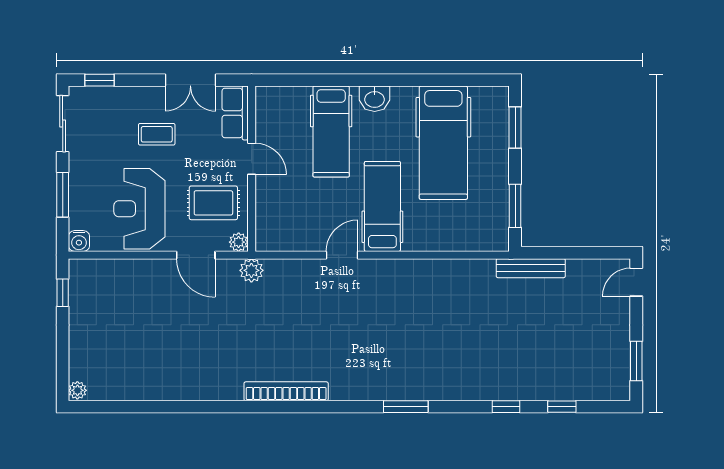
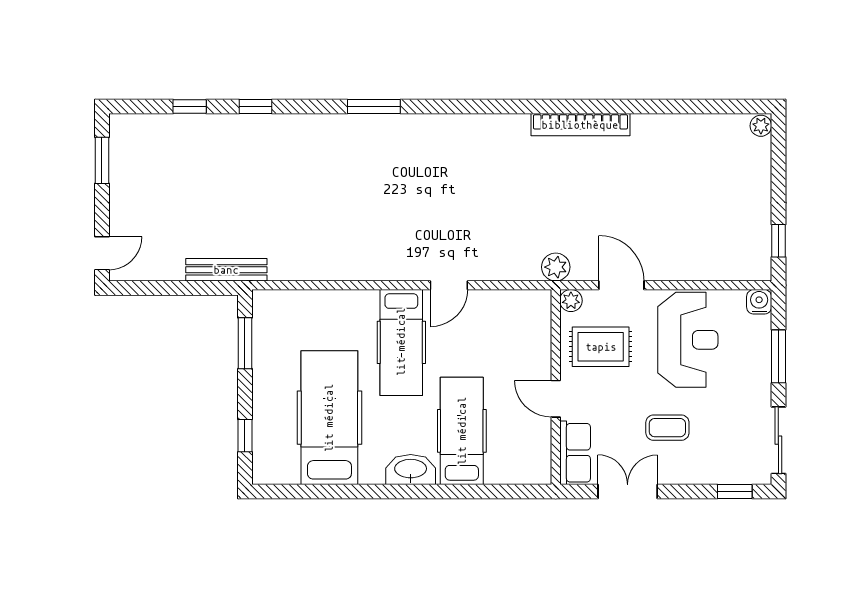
washbasin: (375, 99) -> (411, 470), width x1.38
window: (515, 127) -> (245, 436), width x0.67
bookcase: (286, 391) -> (580, 125), moved

